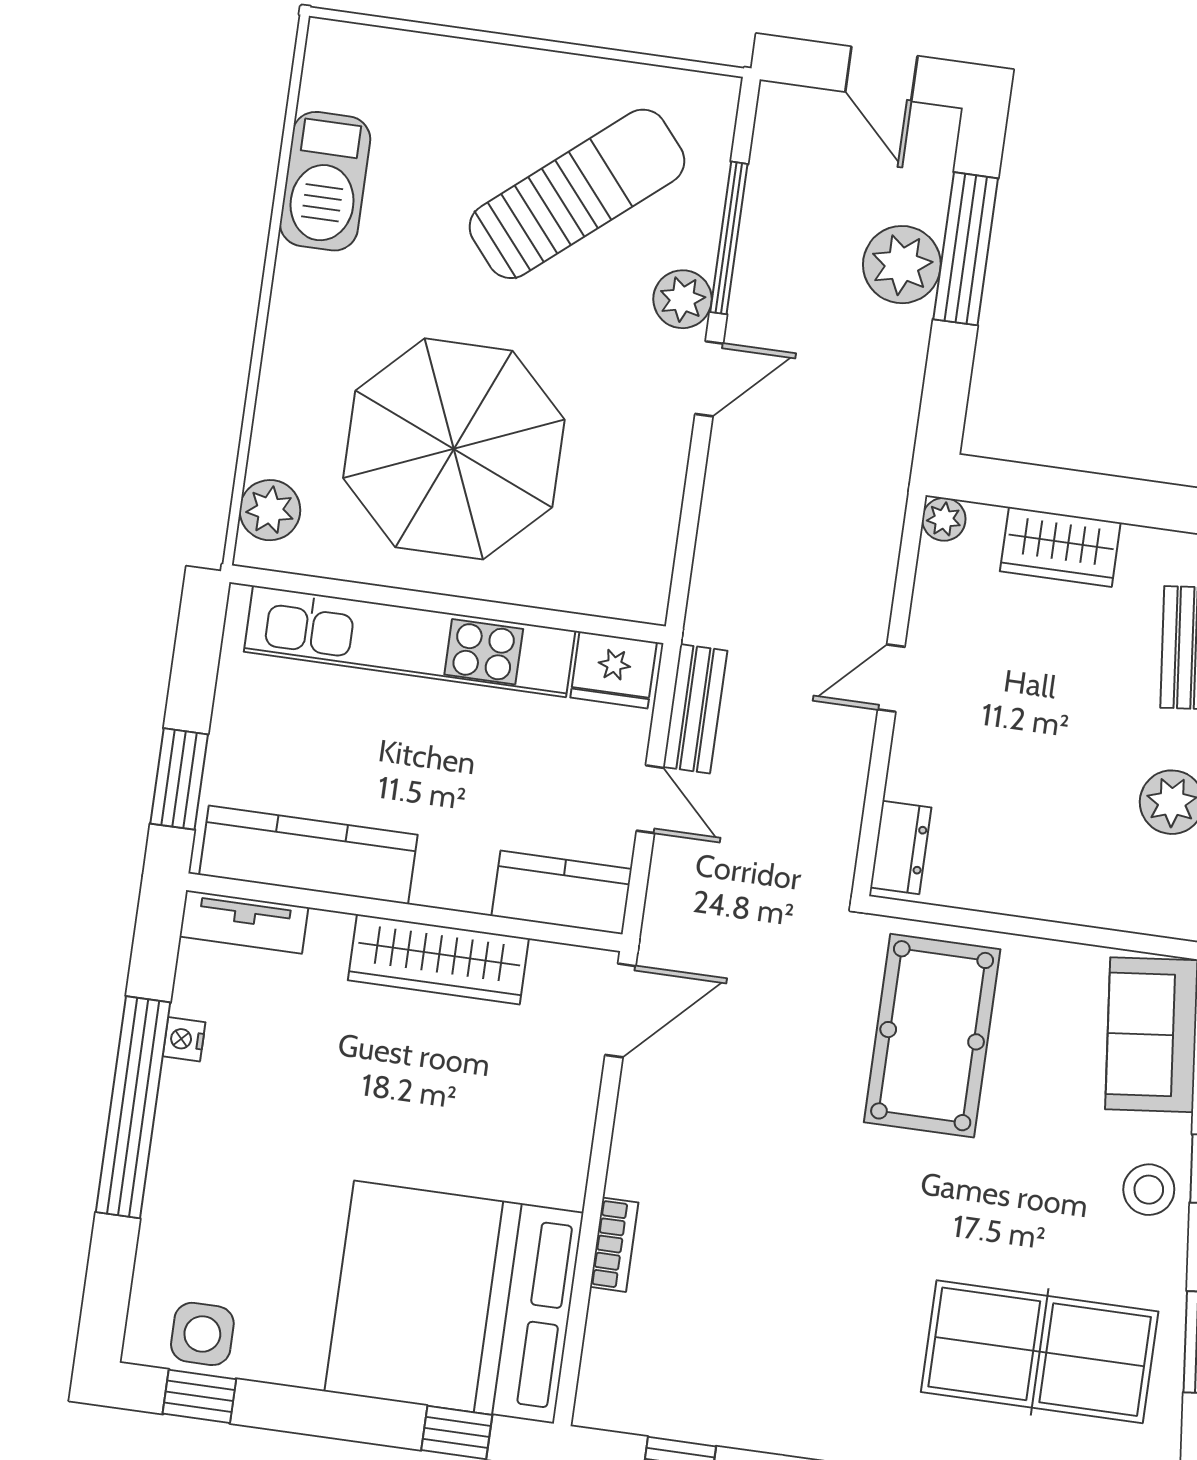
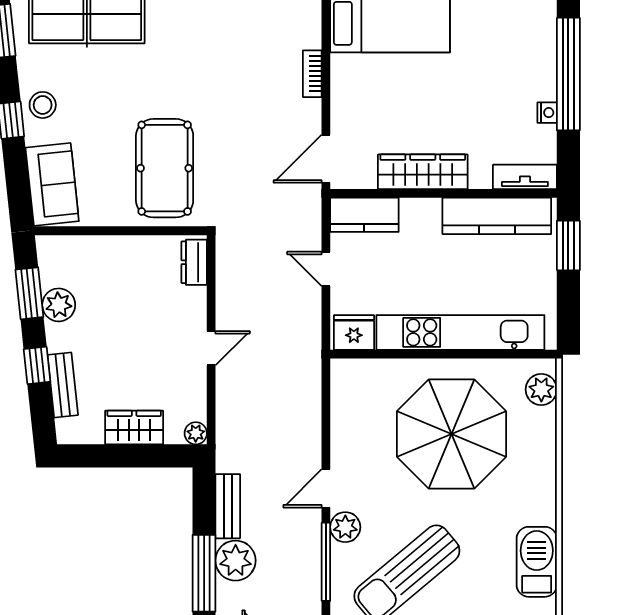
bench: (695, 709) -> (228, 506), moved
bookcase: (614, 1245) -> (312, 74), moved

